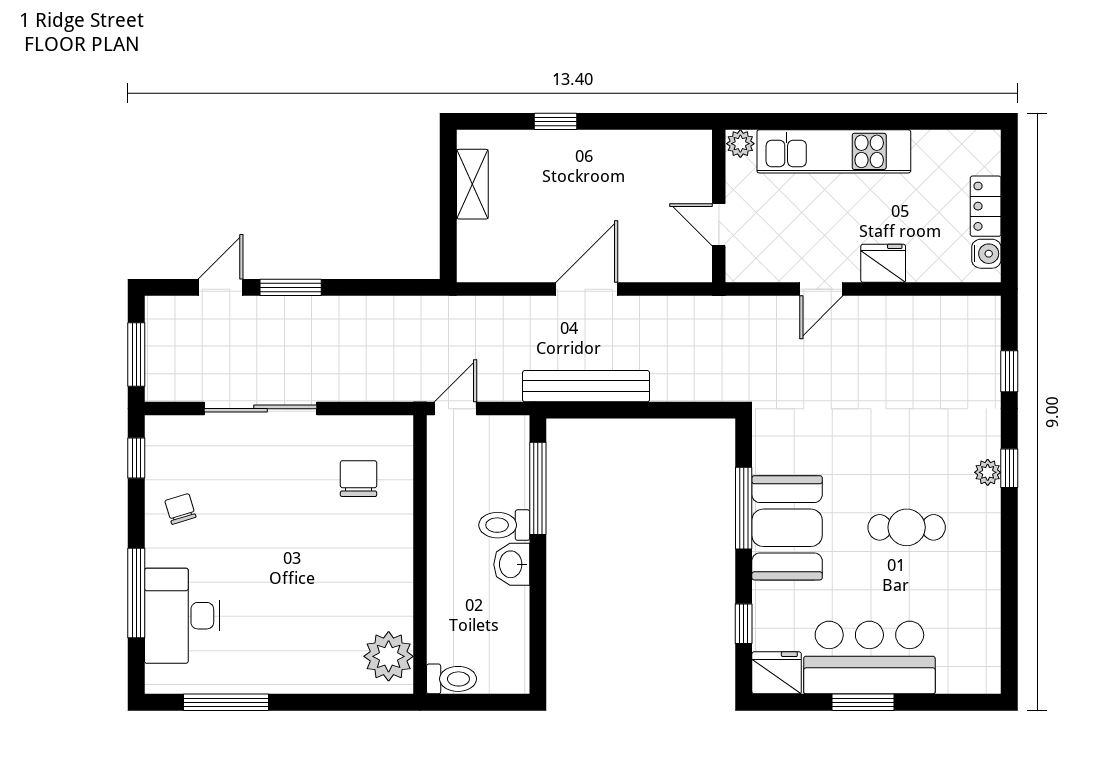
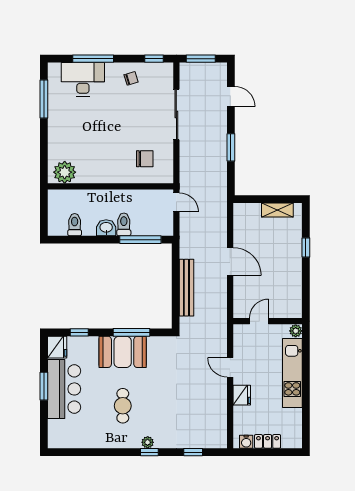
window: (291, 287) -> (231, 147), moved
bench: (586, 386) -> (186, 288), moved
toilet: (452, 679) -> (75, 225), moved, turned 180

